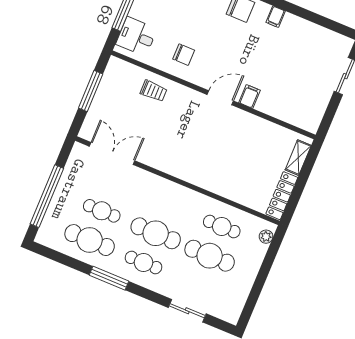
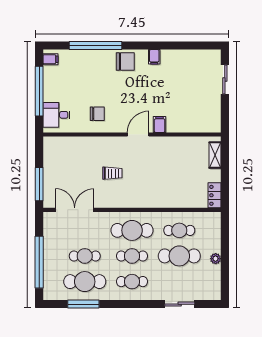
window: (91, 91) -> (39, 184), moved
trolley: (154, 91) -> (112, 173), moved
locker: (282, 196) -> (215, 195), width x0.66
cafe table: (168, 204) -> (132, 230), added
cafe table: (156, 233) -> (132, 256), width x0.73, depth x0.74
plant: (266, 237) -> (216, 259), moved
window: (109, 278) -> (83, 304), moved

